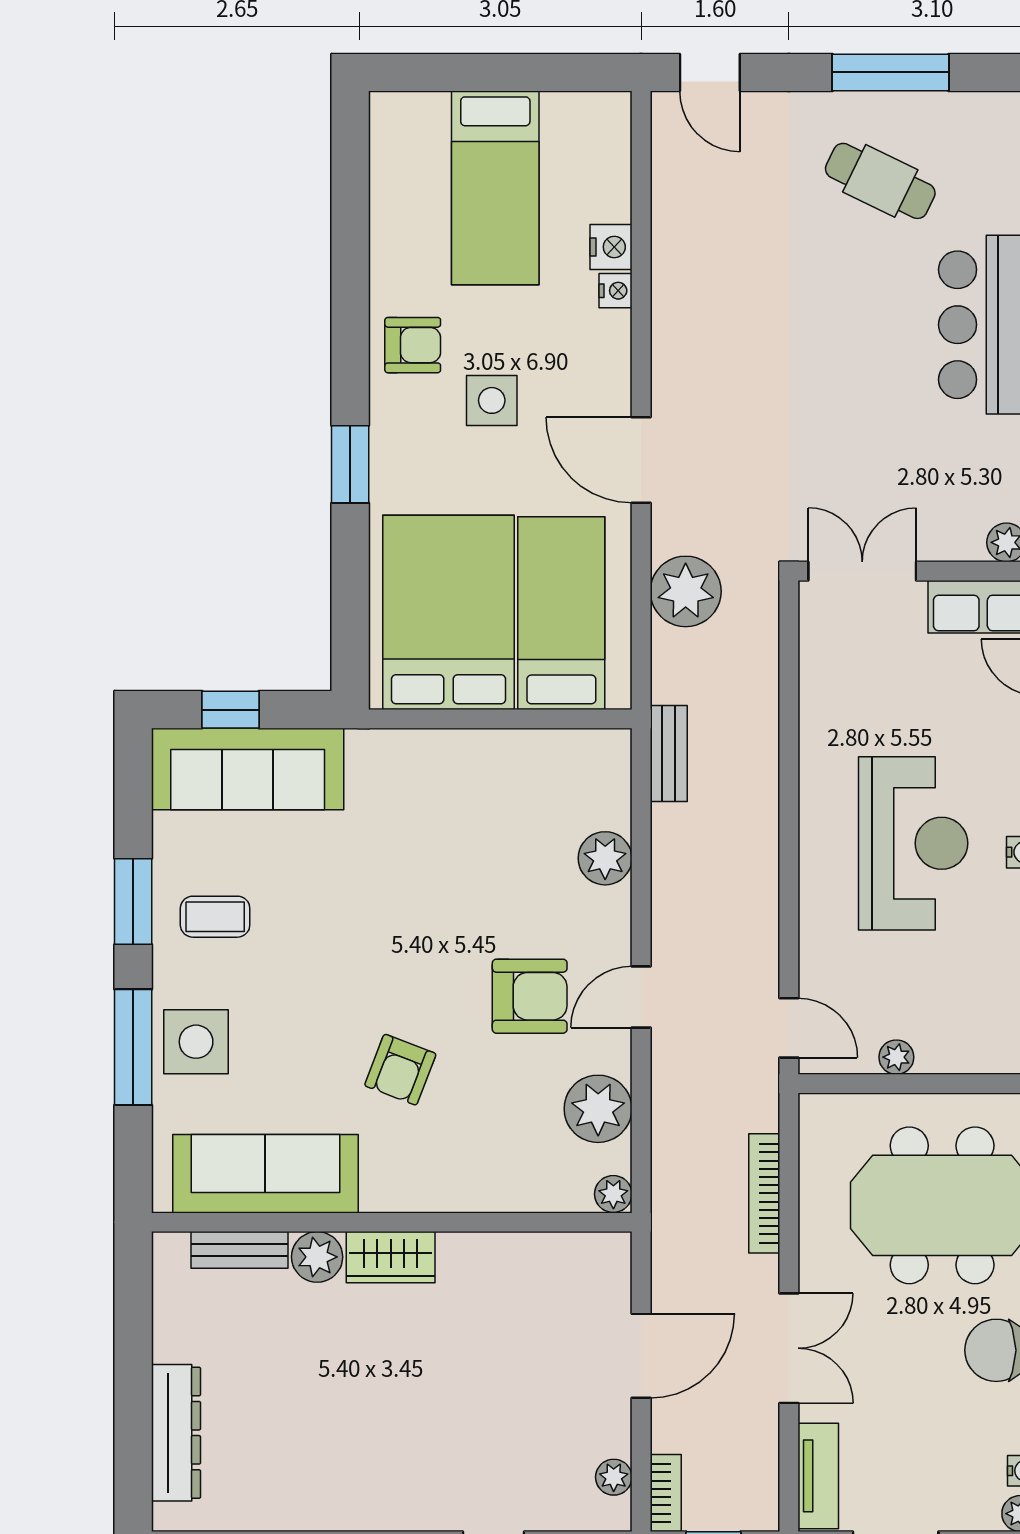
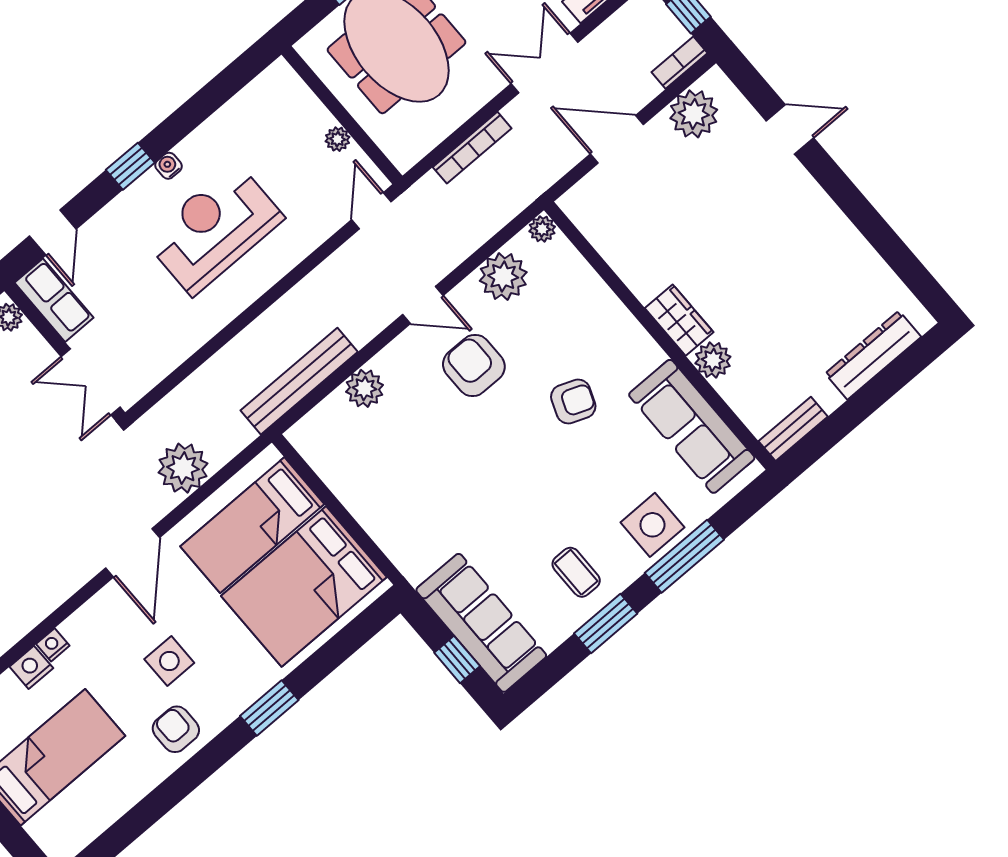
bench: (669, 753) -> (299, 381), width x1.86, depth x1.21
bench: (240, 1250) -> (793, 429), moved, turned 90
plant: (614, 1477) -> (694, 114), width x1.87, depth x1.87

